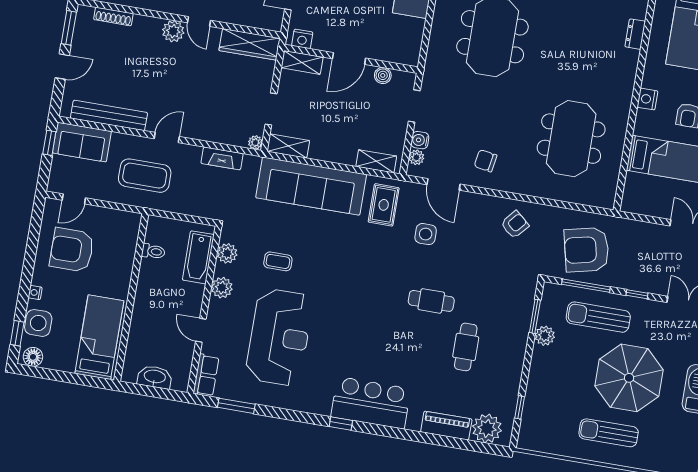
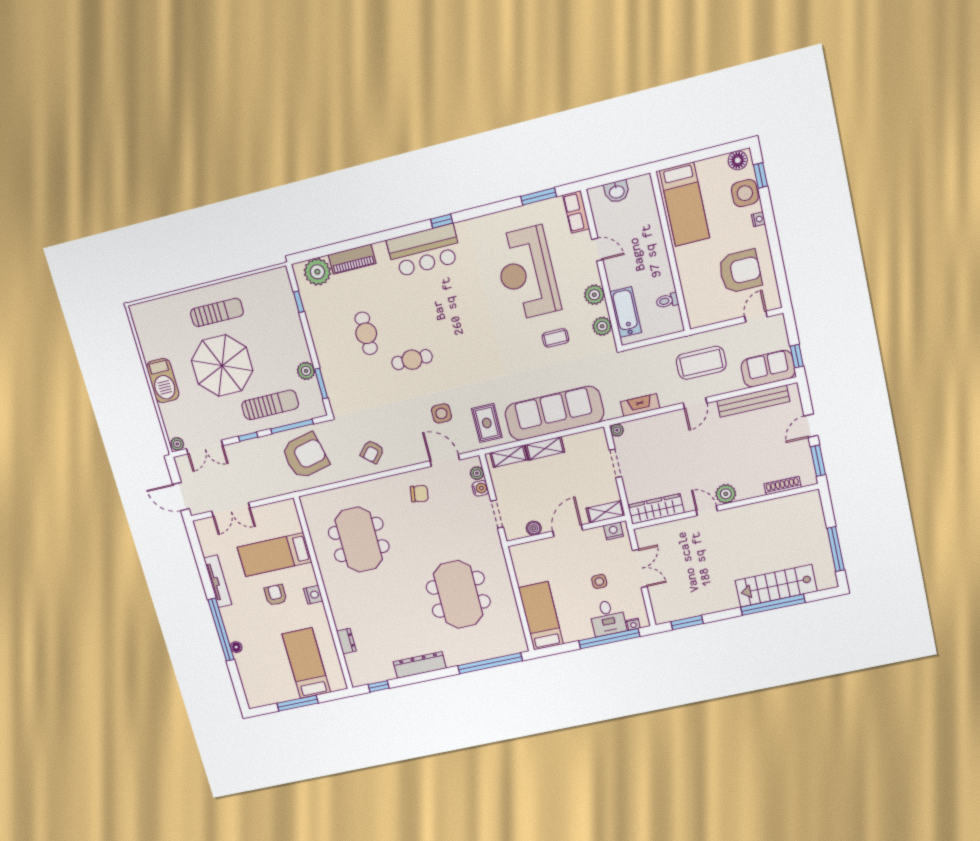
shelving: (288, 146) -> (545, 448), moved
washbasin: (155, 377) -> (617, 191), width x0.72

